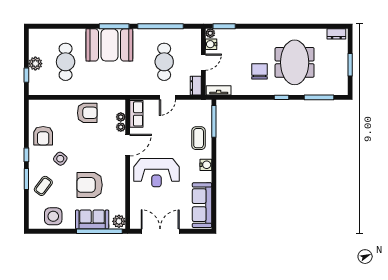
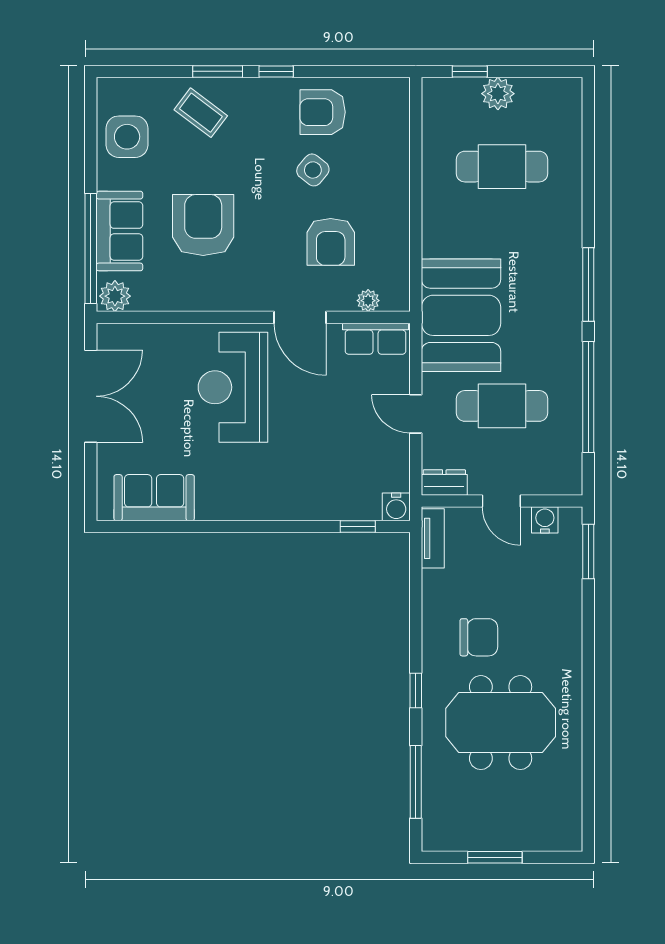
plant: (210, 33) -> (571, 518), removed
dresser: (336, 34) -> (570, 824), removed
booth: (109, 45) -> (461, 315), moved
armchair: (87, 113) -> (331, 242), moved
window: (214, 121) -> (358, 527), width x0.46
plant: (121, 127) -> (344, 301), removed
coffee table: (199, 138) -> (317, 489), removed
side table: (60, 159) -> (313, 170), moved
water cooler: (206, 165) -> (396, 507), moved
sofa: (202, 205) -> (154, 498), width x0.73

